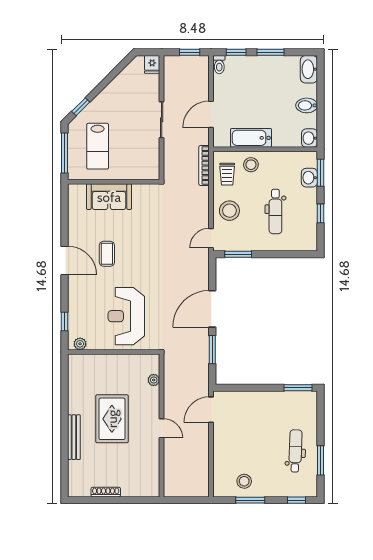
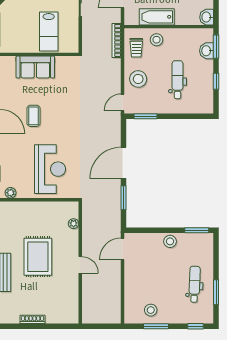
lab bench: (98, 146) -> (49, 32), moved
dental chair: (275, 211) -> (177, 80), turned 180
reception desk: (126, 316) -> (50, 169), turned 180
stool: (267, 401) -> (170, 241), added

